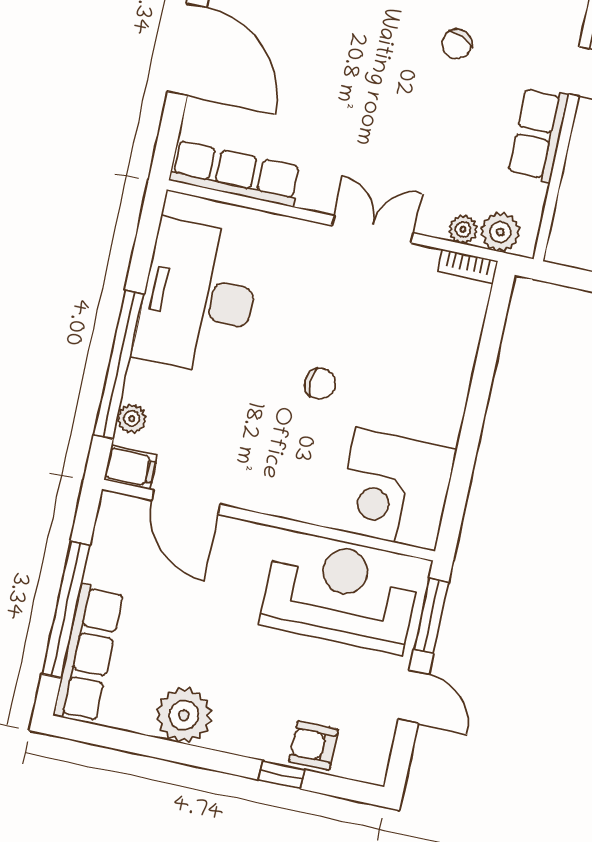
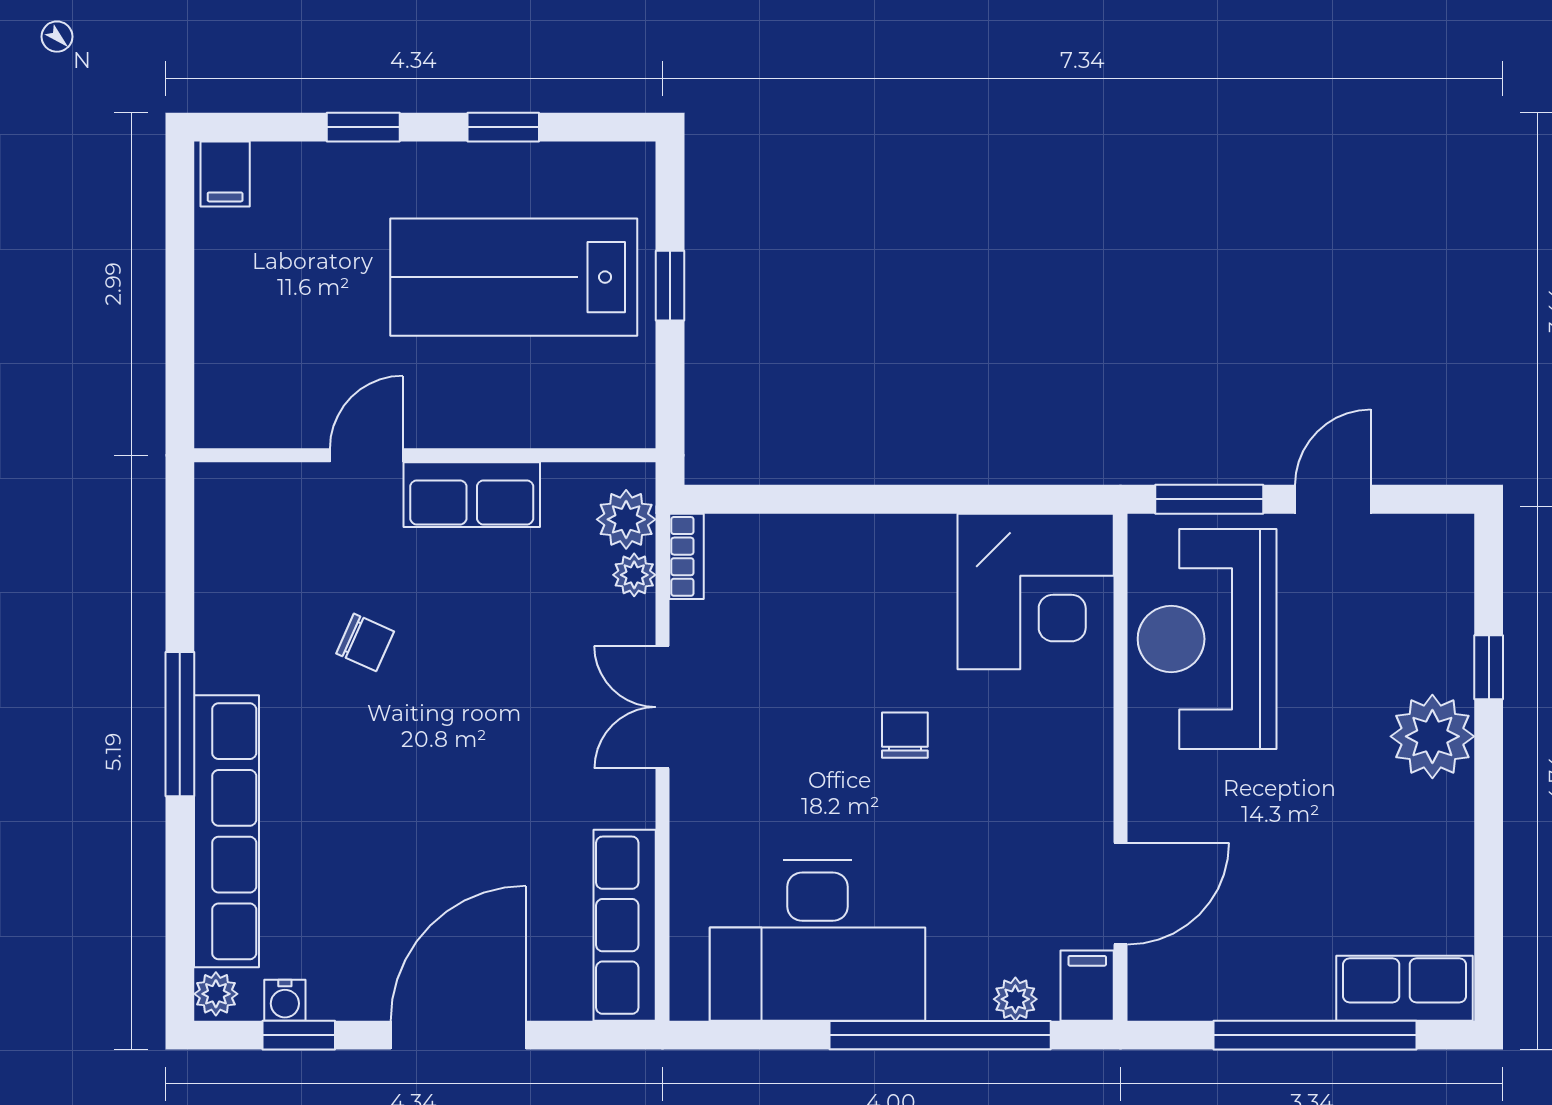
row of seats: (88, 653) -> (1405, 988), width x0.68
plant: (184, 715) -> (1432, 736), moved
armchair: (314, 745) -> (1436, 630), removed

